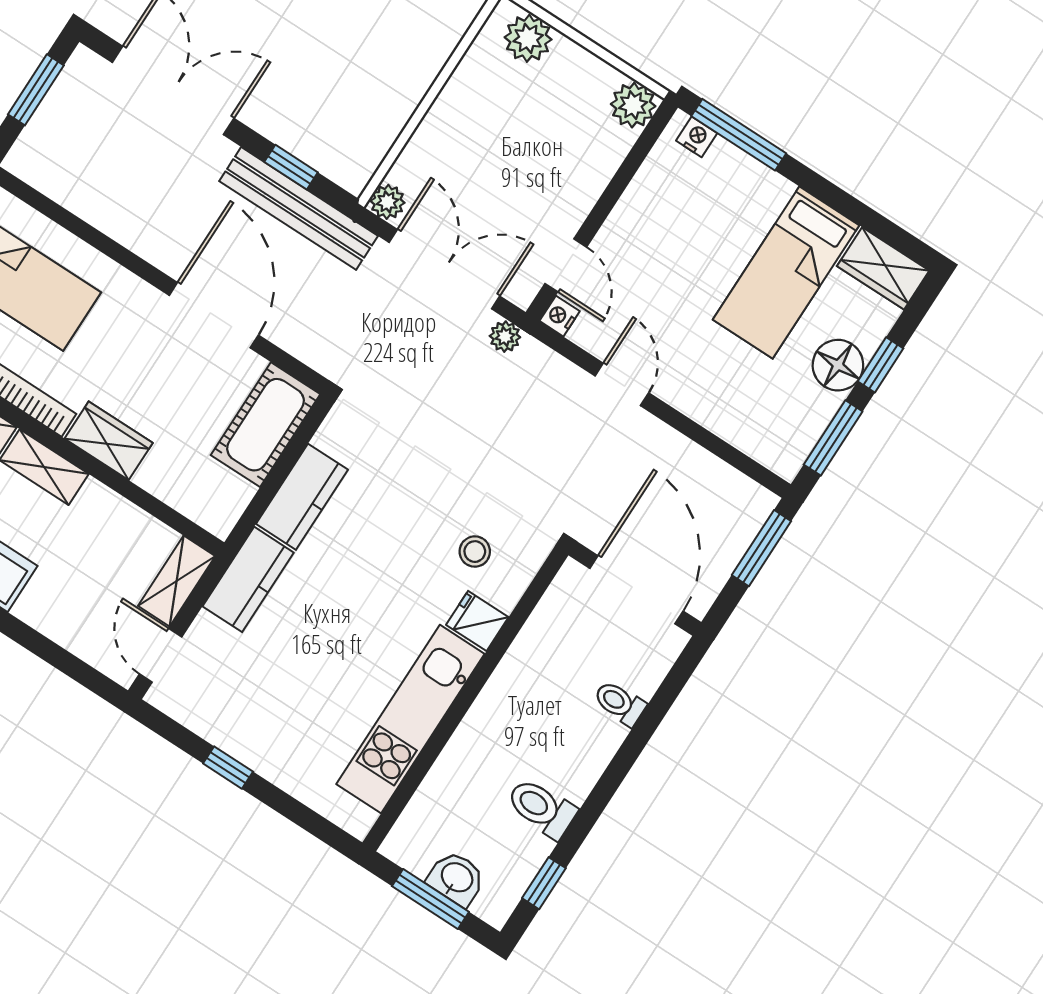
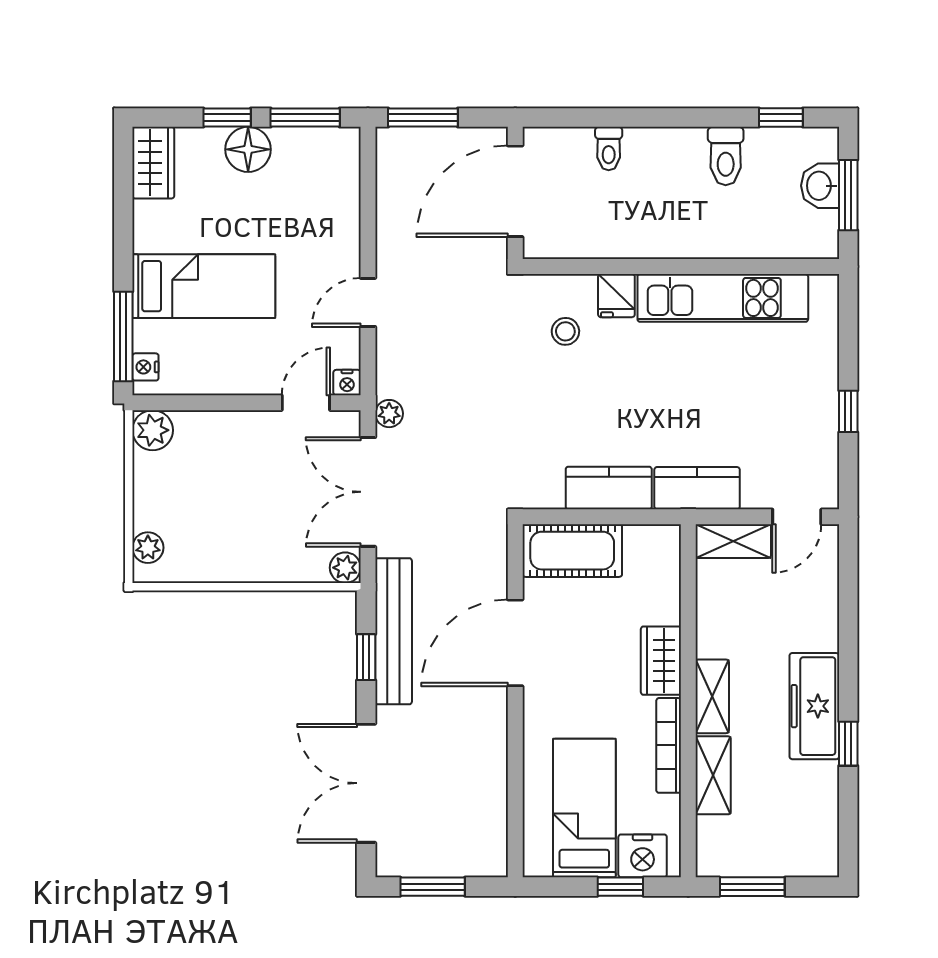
plant: (528, 38) -> (148, 548), width x0.73, depth x0.73
bed: (786, 273) -> (204, 286), moved

